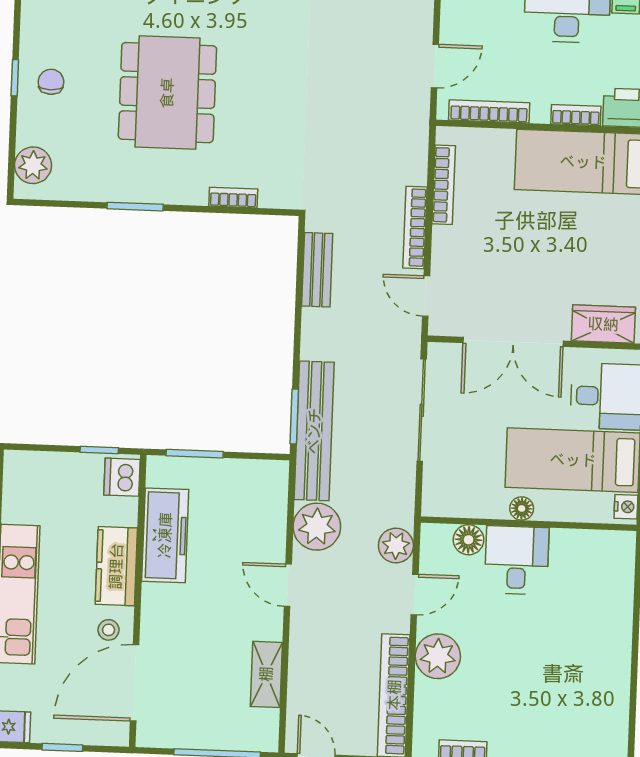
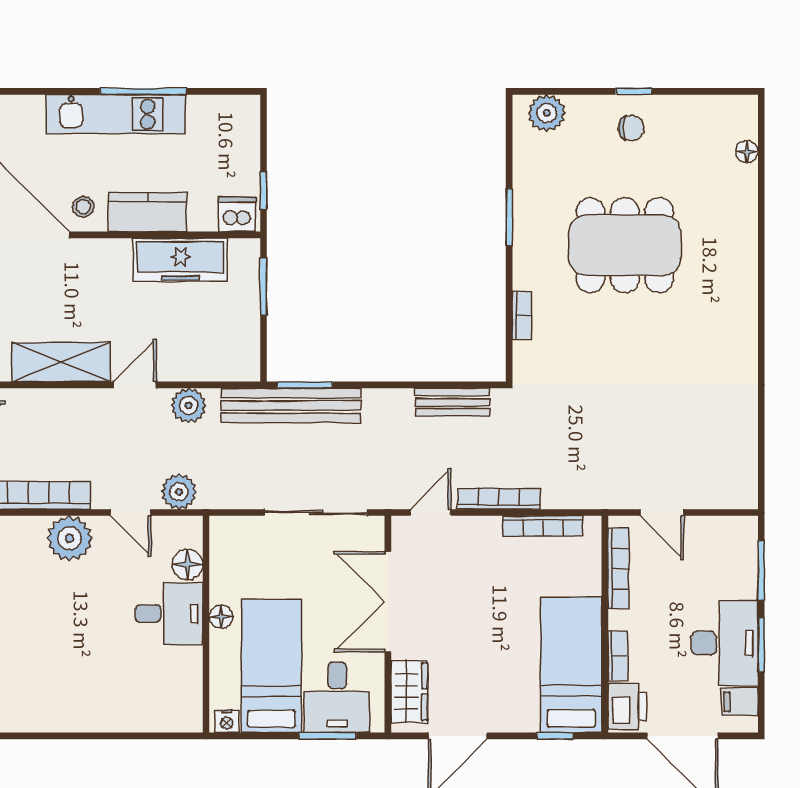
plant: (317, 527) -> (189, 405), width x0.73, depth x0.73
shelving: (266, 674) -> (61, 362), width x1.50, depth x1.33

